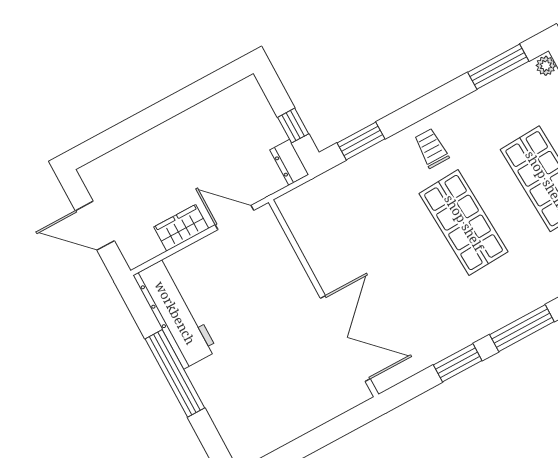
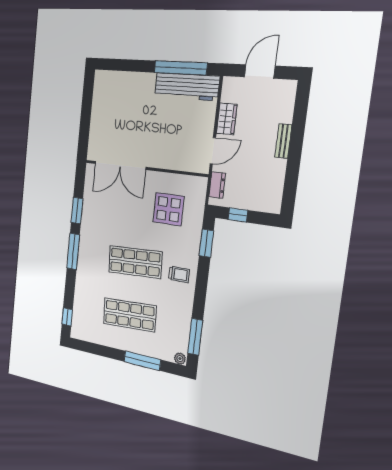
bench: (161, 134) -> (283, 141), added
dresser: (289, 162) -> (217, 185), moved, turned 90
display table: (355, 225) -> (168, 209), added
window: (175, 373) -> (180, 68), moved

